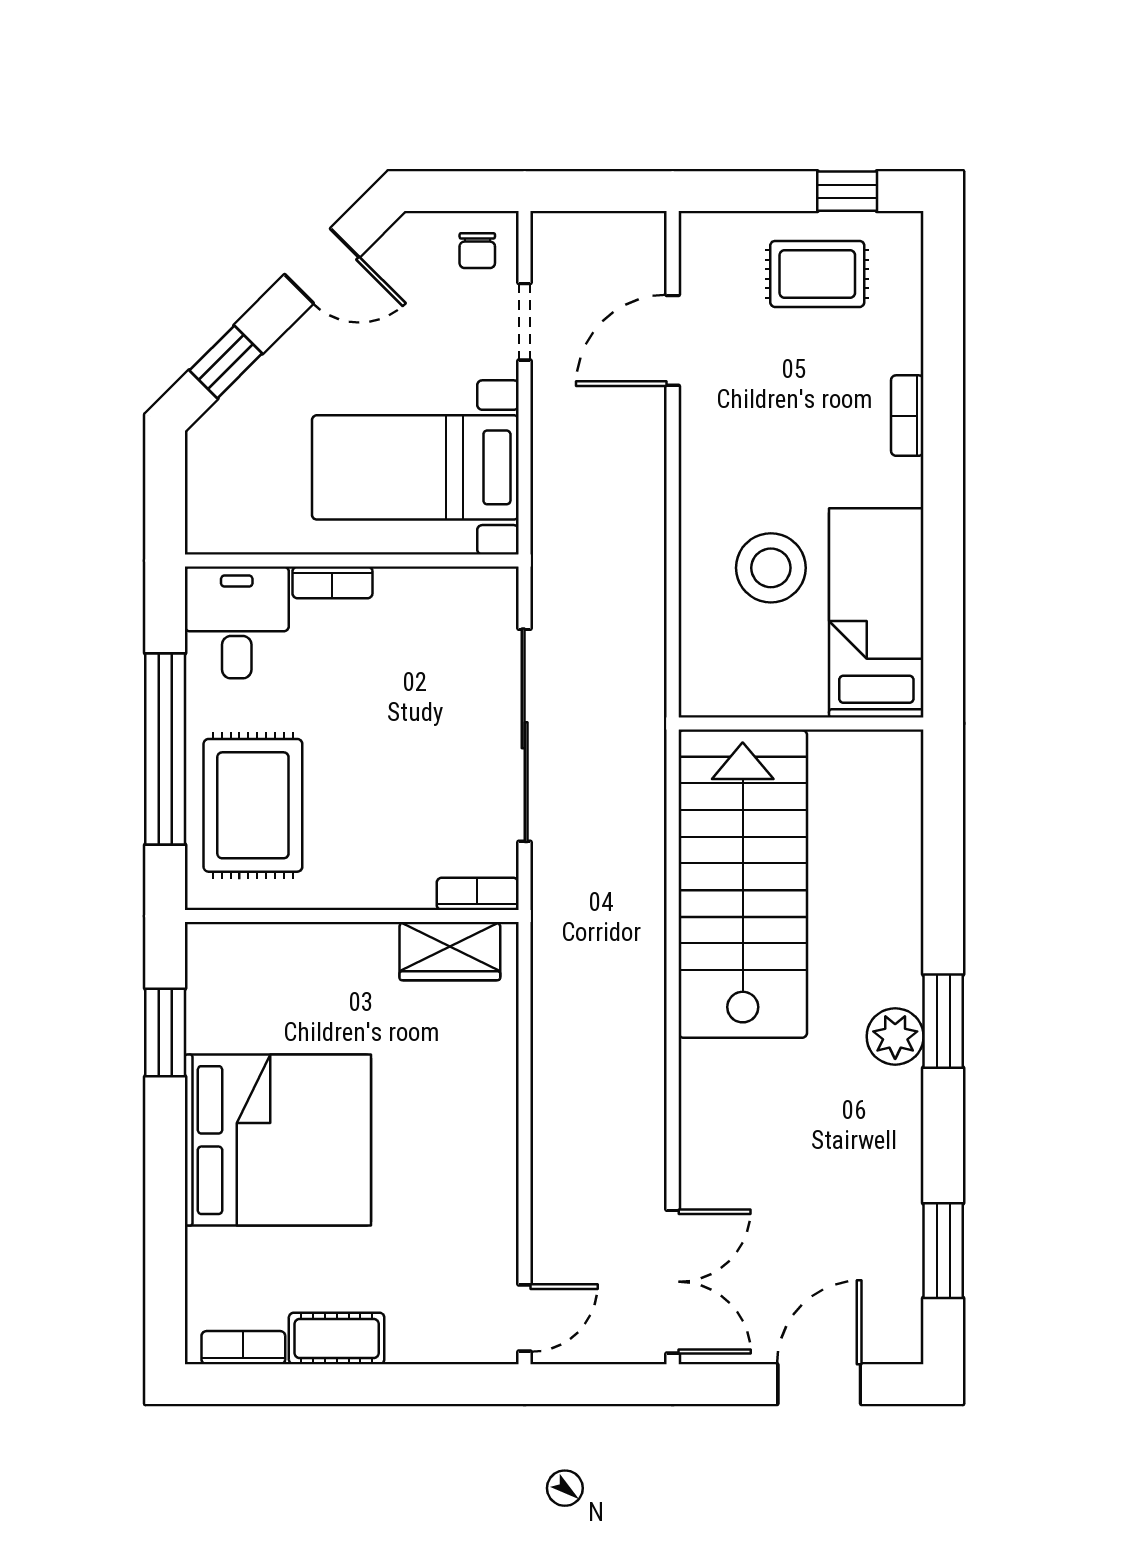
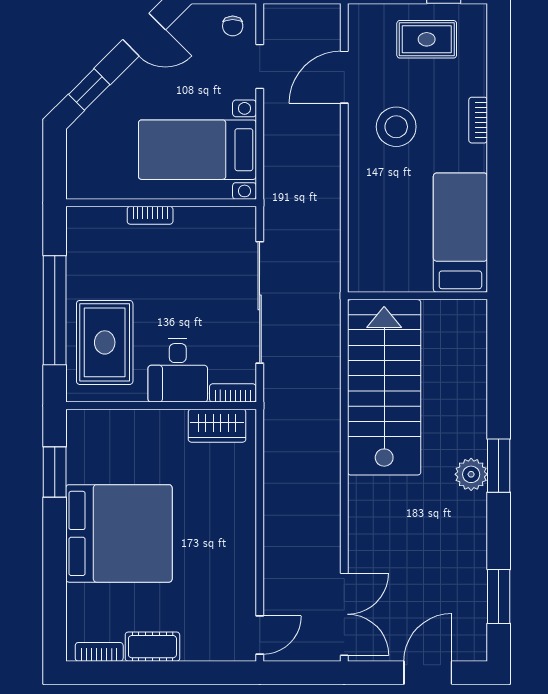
stool: (771, 568) -> (396, 127), moved
desk: (237, 622) -> (178, 370), moved, turned 180

